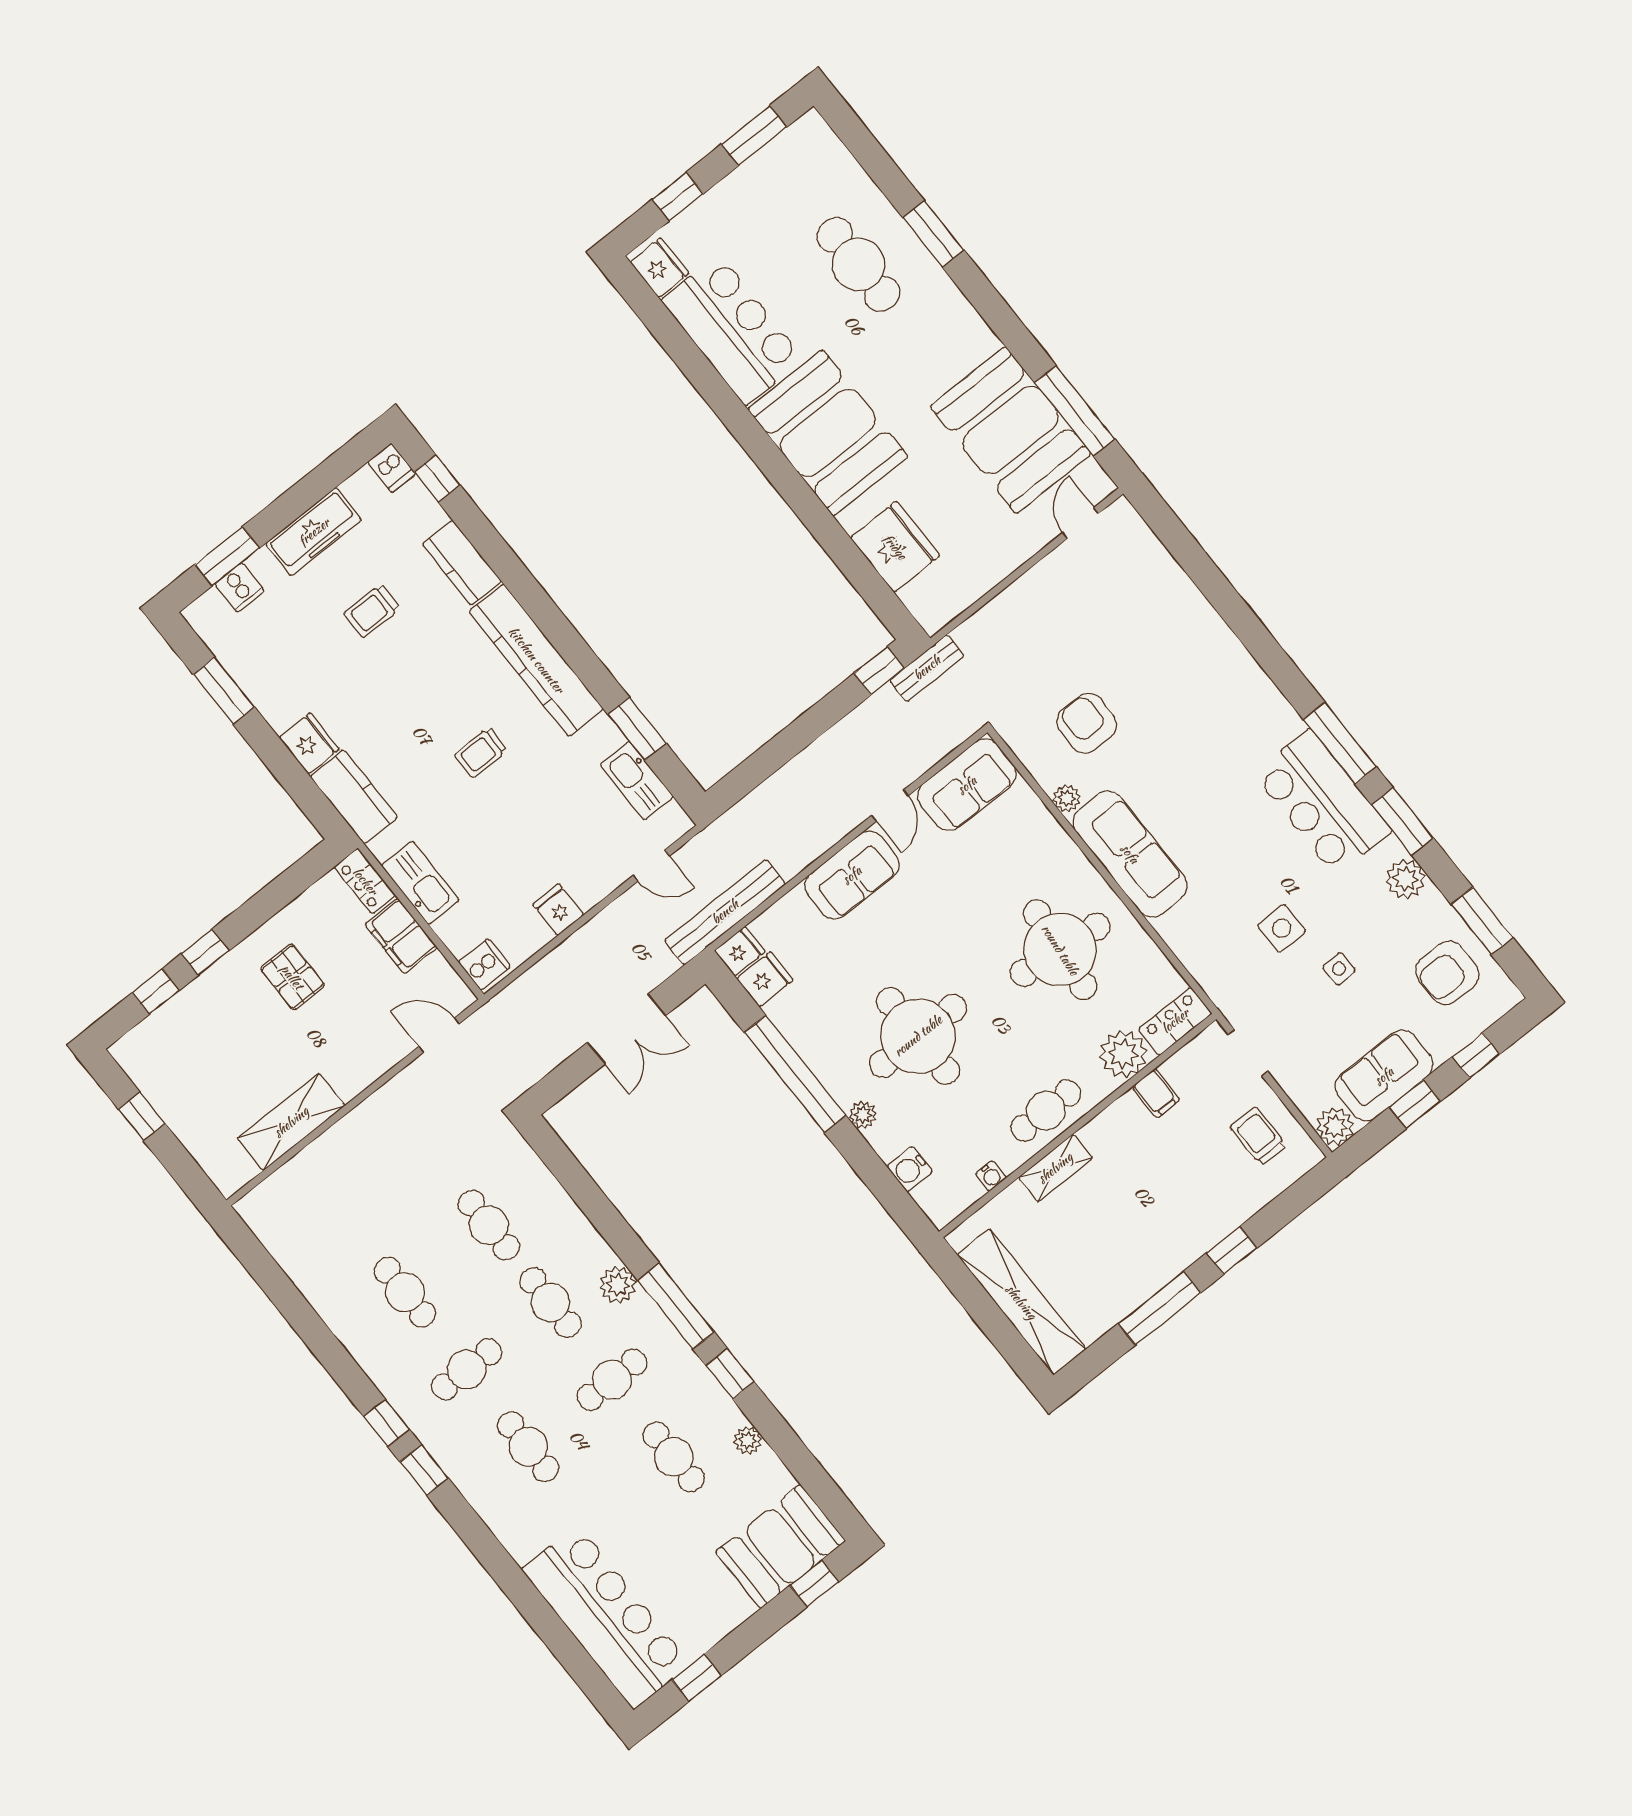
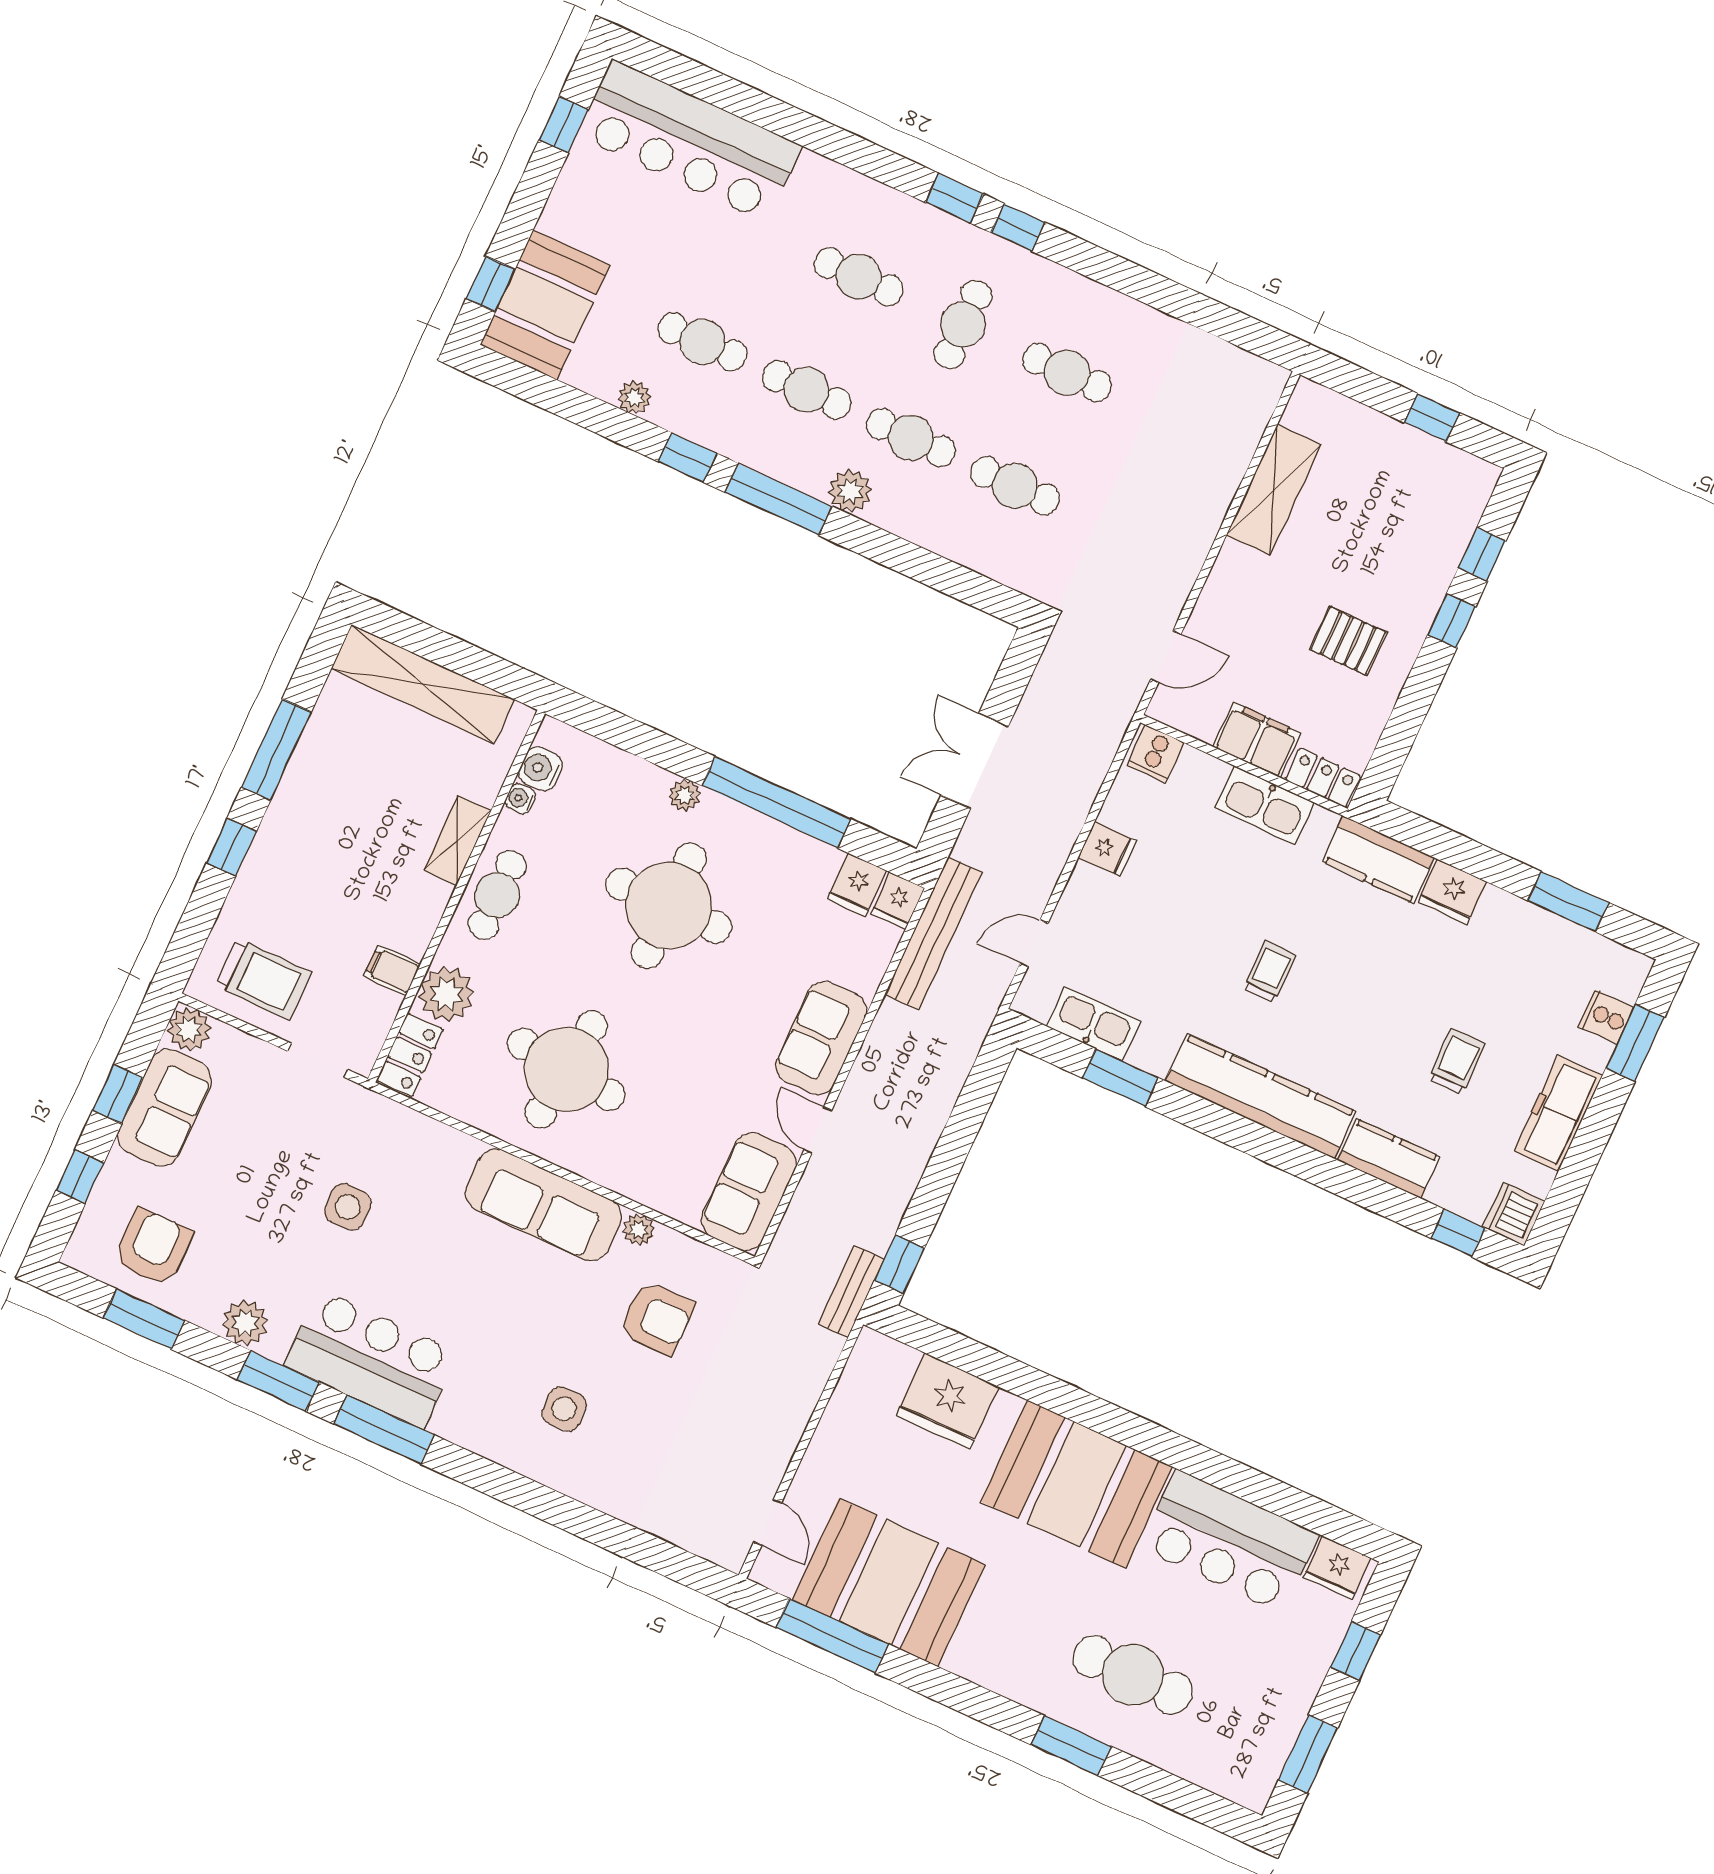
dishwasher: (392, 468) -> (1514, 1214), width x1.38
side table: (1339, 969) -> (564, 1409), moved, width x1.37, depth x1.37
trolley: (1258, 1136) -> (263, 979), width x1.36, depth x1.39
water cooler: (910, 1169) -> (541, 769), moved, turned -90
cafe table: (612, 1380) -> (807, 390), turned 90

